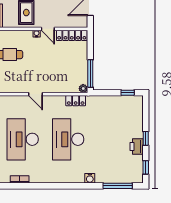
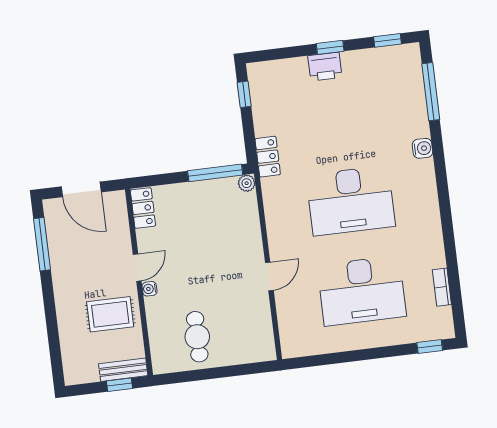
locker: (72, 35) -> (143, 208), width x0.66
locker: (76, 101) -> (268, 157), moved
printer: (137, 146) -> (325, 67), moved

